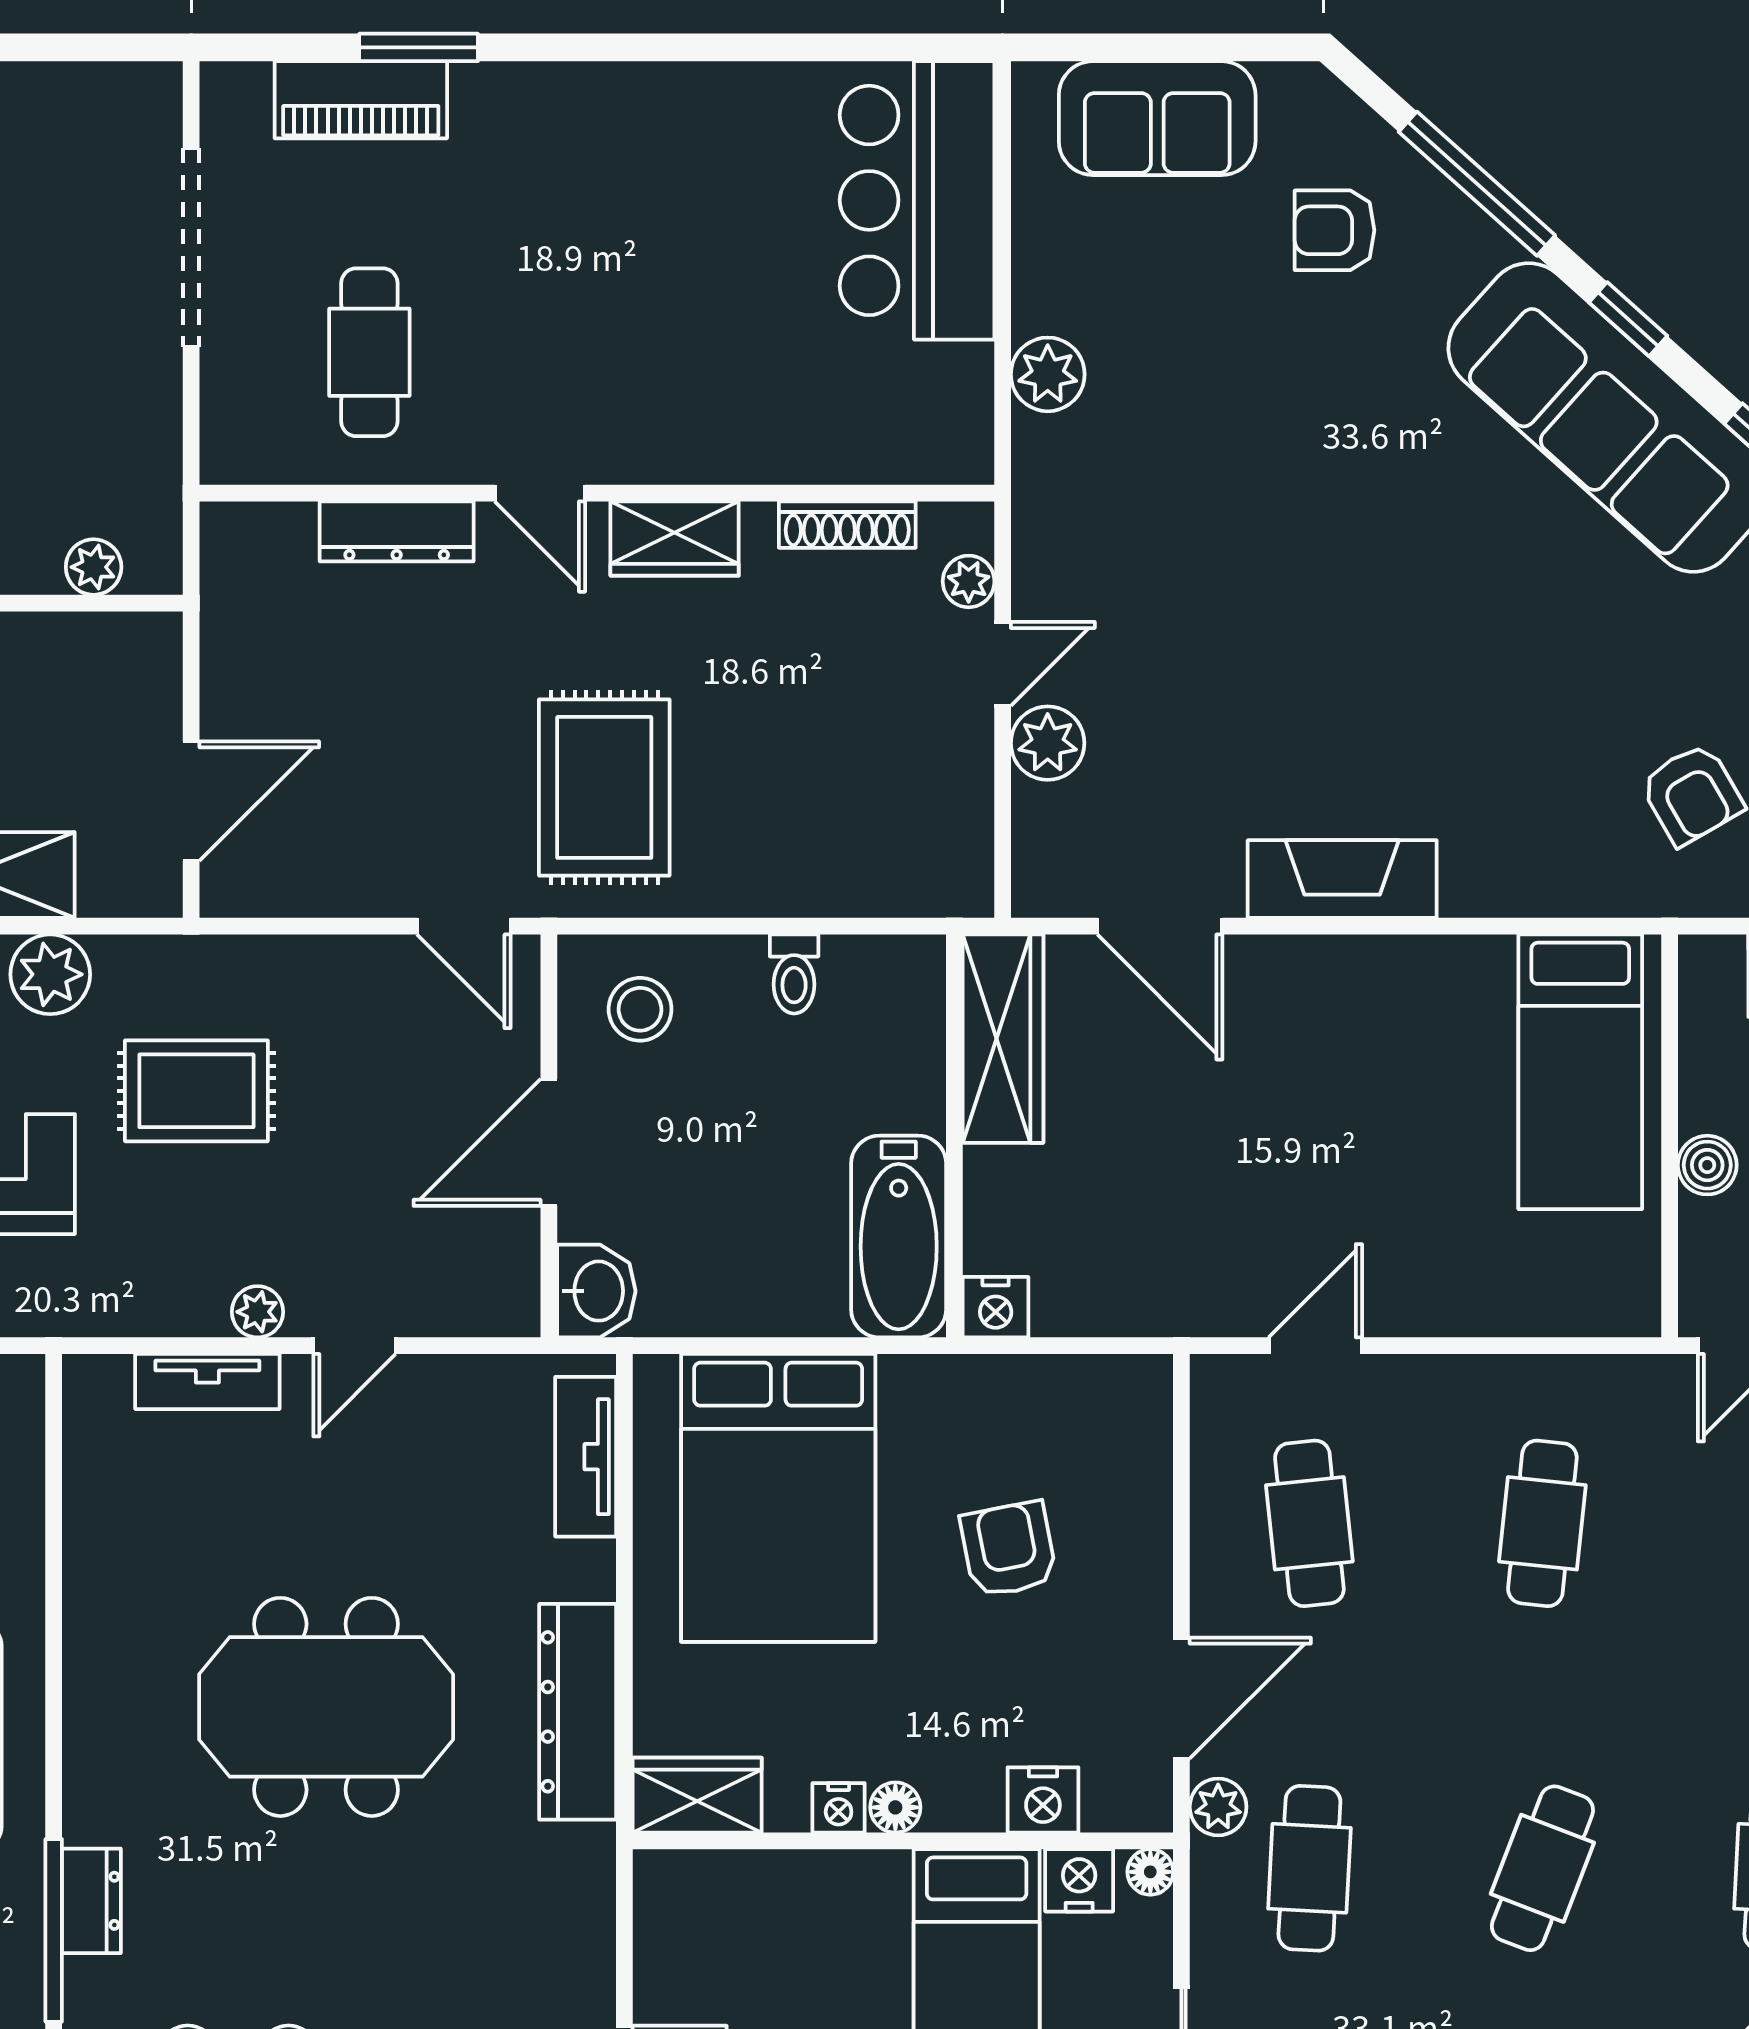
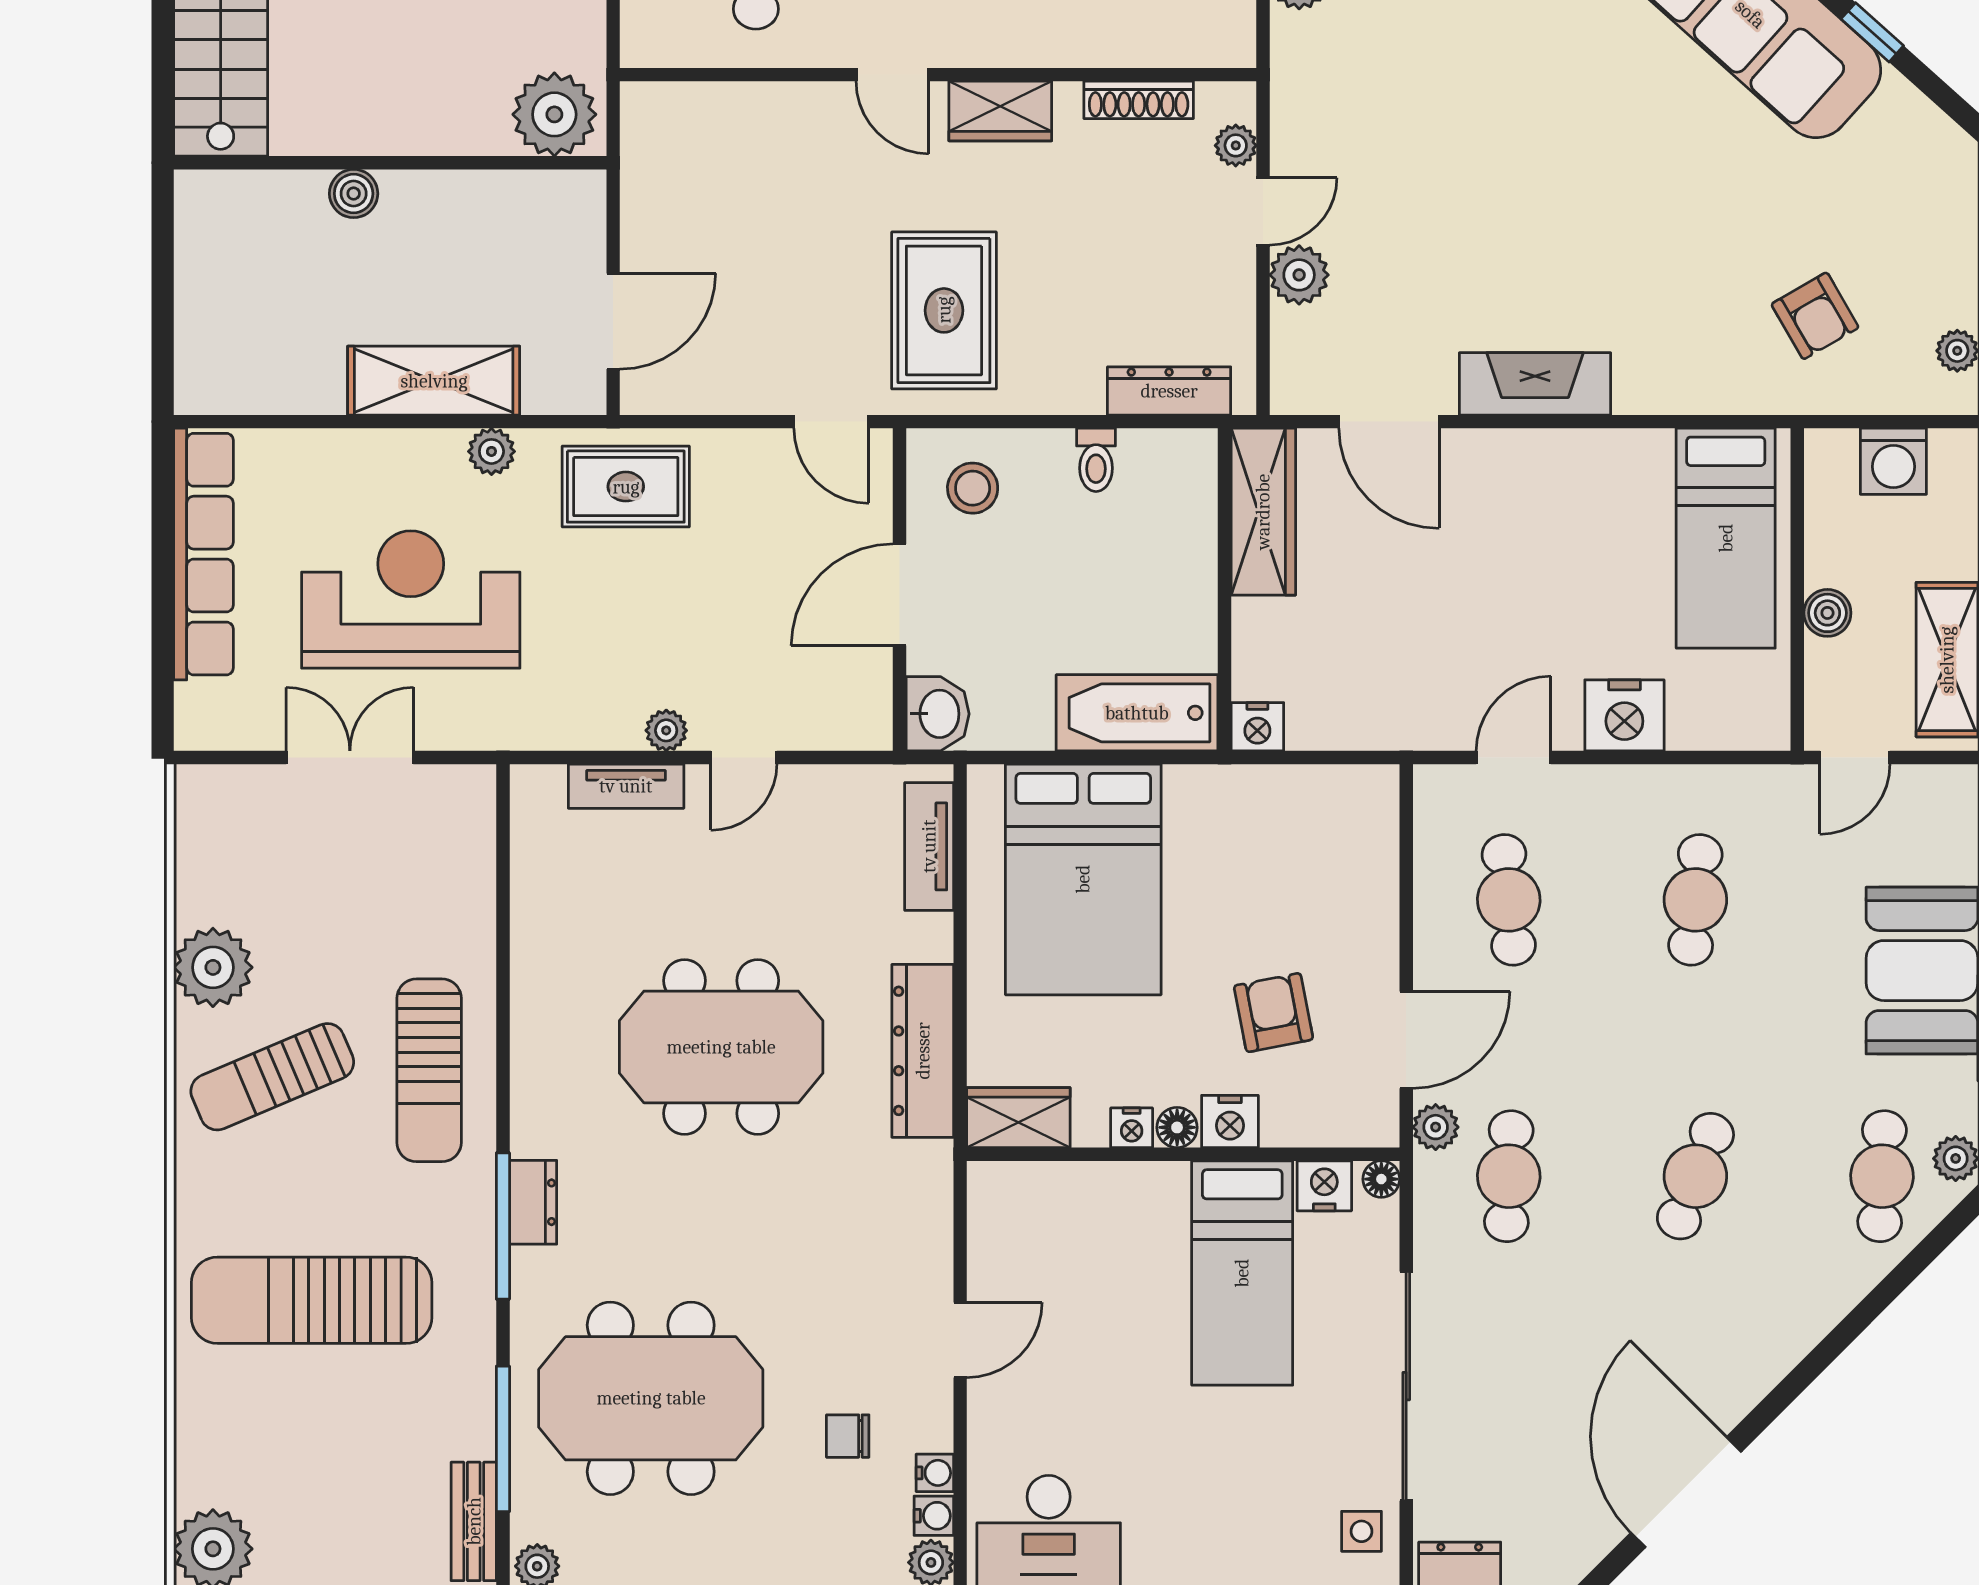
dresser: (397, 531) -> (1169, 391), moved, turned 180
plant: (94, 567) -> (554, 114), width x1.88, depth x1.88
plant: (50, 974) -> (491, 451), width x0.73, depth x0.73
rug: (196, 1091) -> (626, 487), moved
bathtub: (899, 1236) -> (1137, 713), moved, turned 90
nightstand: (1454, 1293) -> (1624, 715), added
armchair: (1009, 1549) -> (1273, 1013), moved
nightstand: (1043, 1800) -> (1230, 1121), moved

